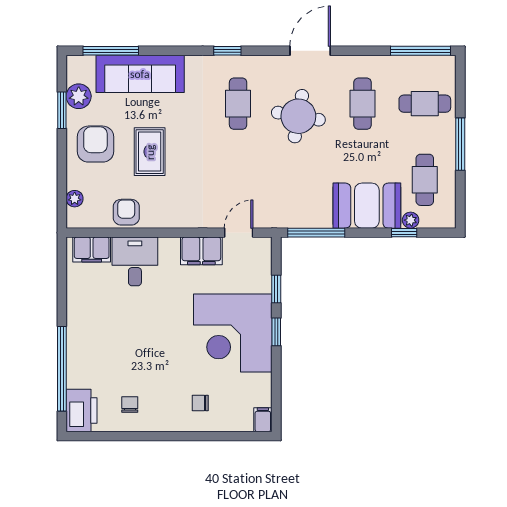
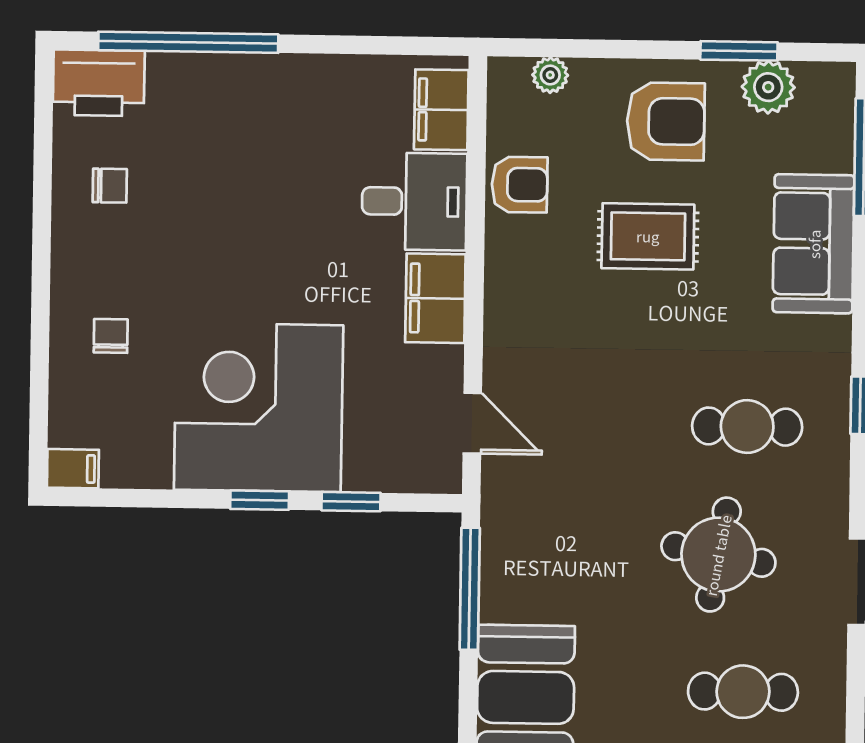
sofa: (140, 74) -> (814, 244), width x0.73
filing cabinet: (201, 251) -> (435, 298), moved

